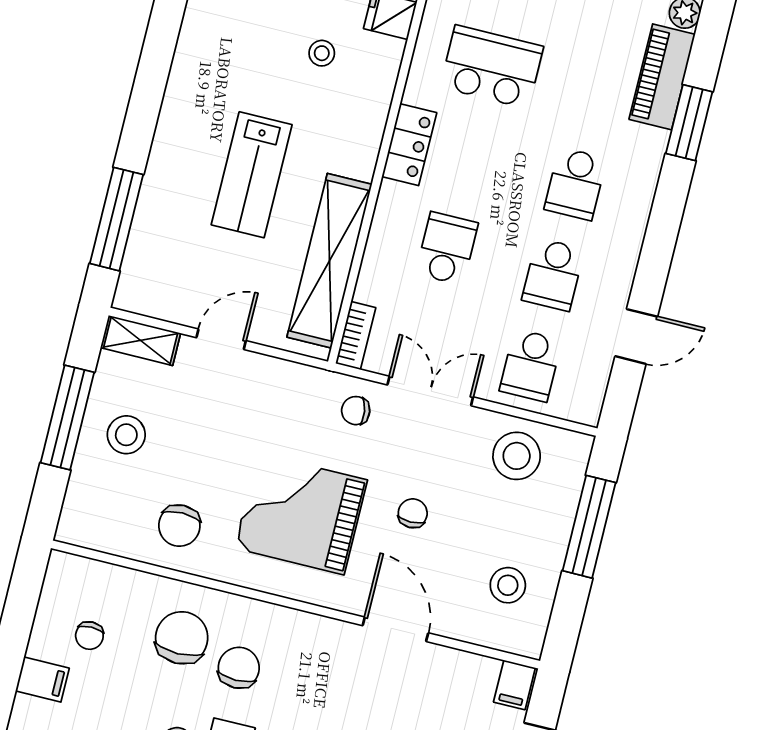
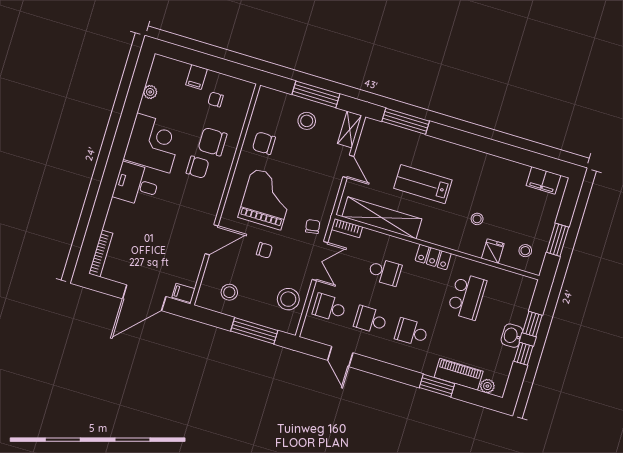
chair: (182, 638) -> (213, 142), turned 180

